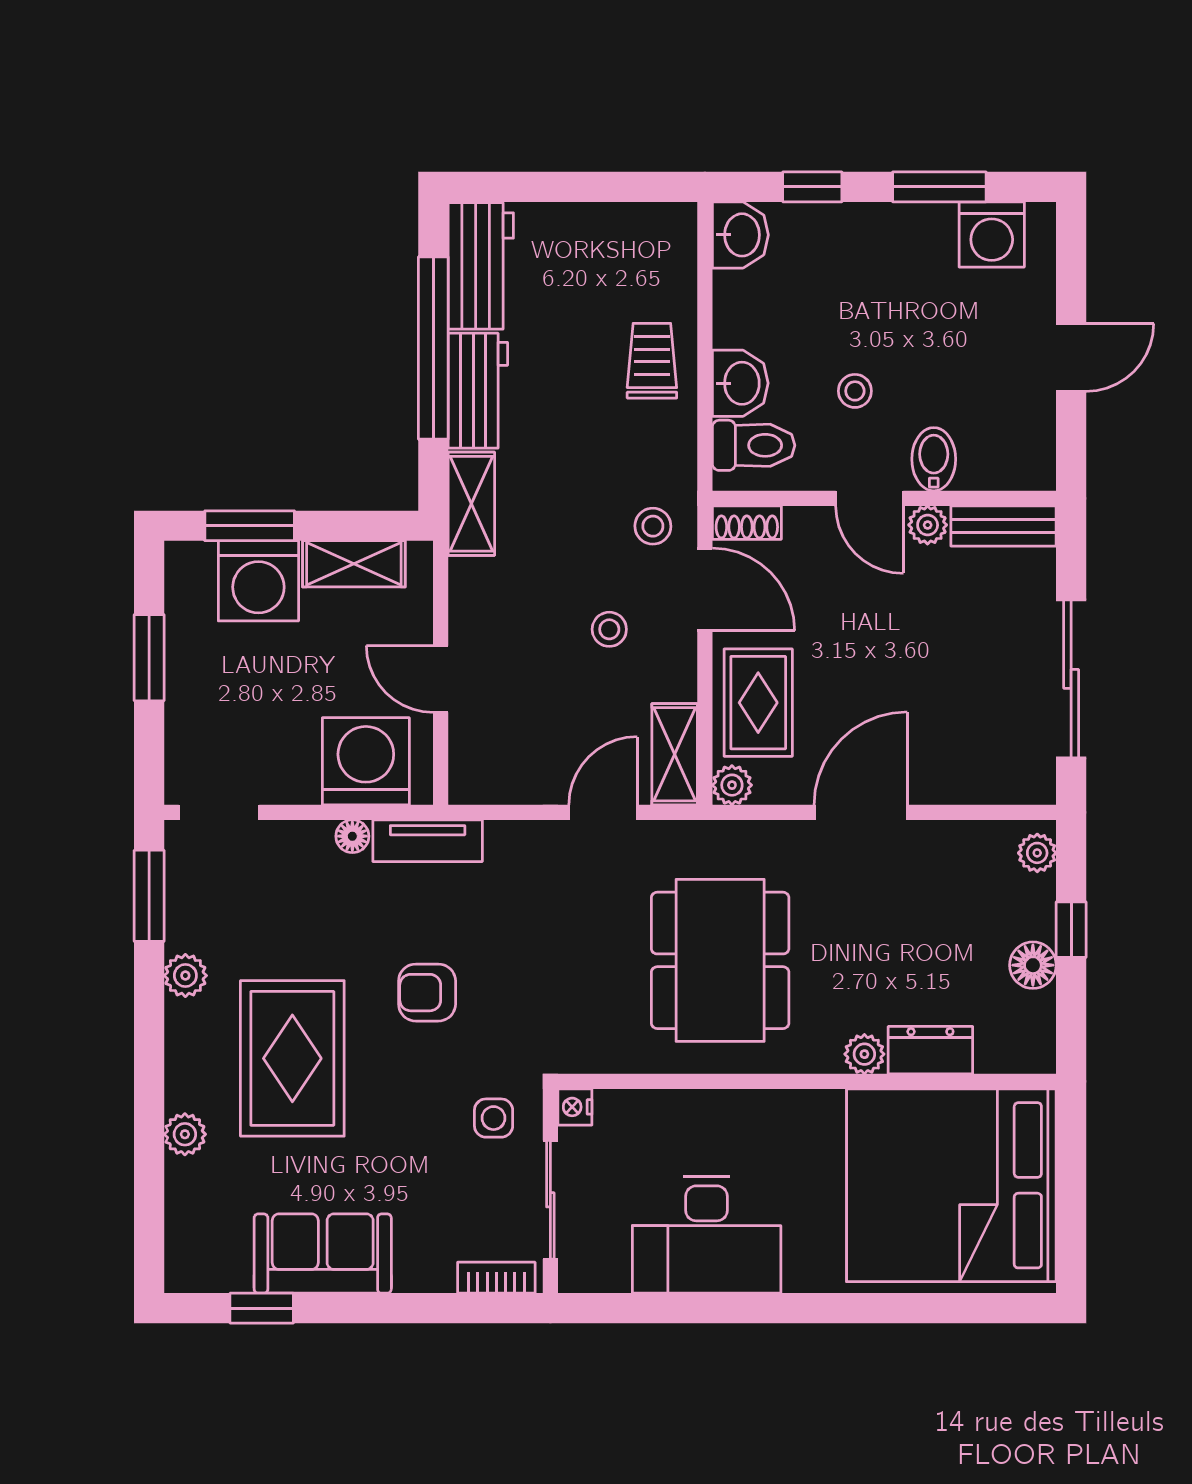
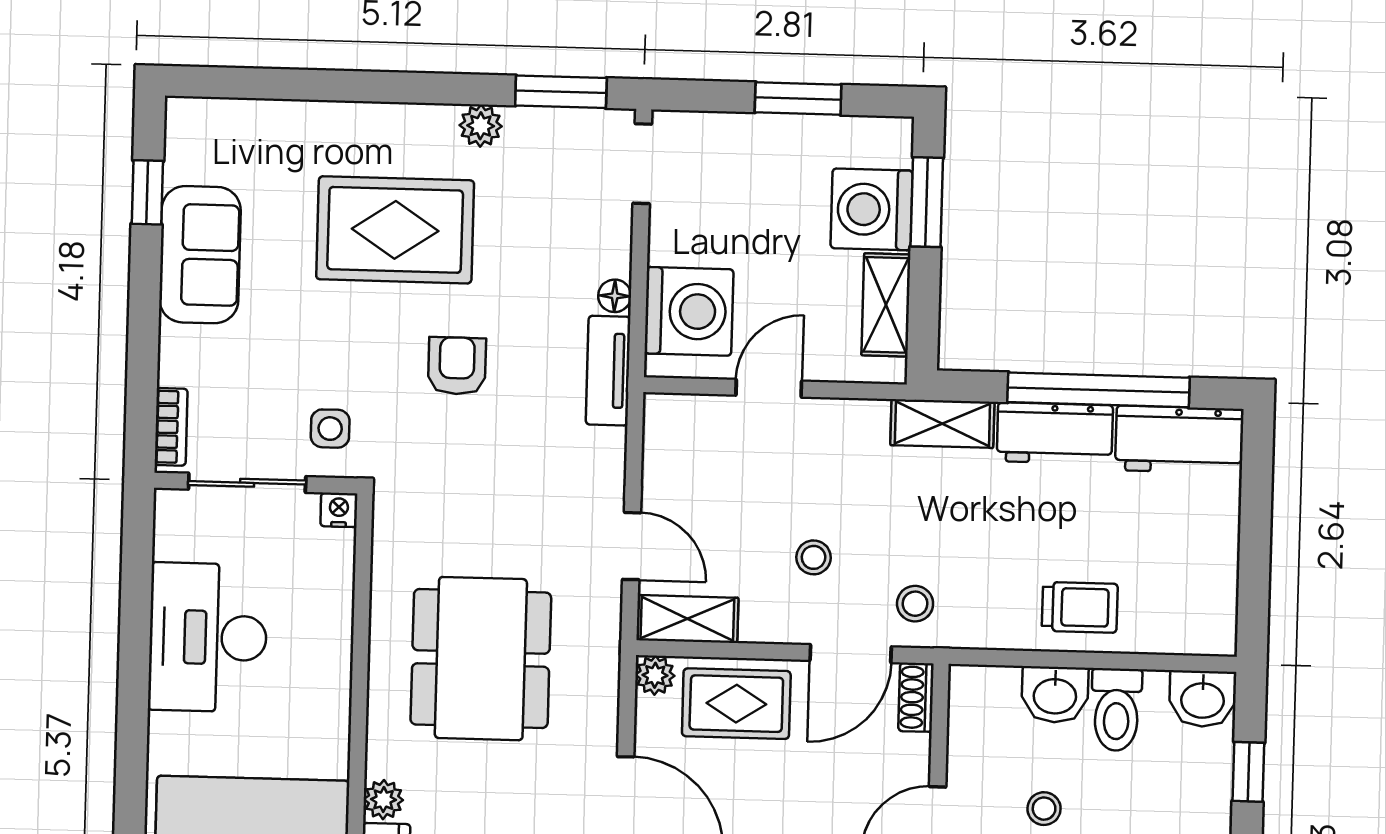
toilet: (754, 445) -> (1116, 710), moved
dining table: (720, 960) -> (481, 659), turned 90
plant: (185, 1134) -> (323, 121), removed

